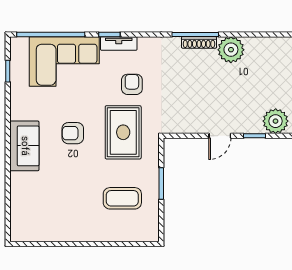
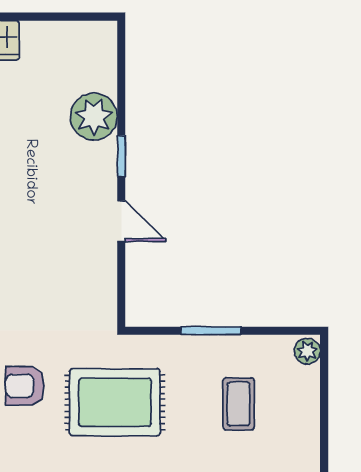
coffee table: (122, 198) -> (239, 404), width x0.73, depth x0.77
plant: (150, 235) -> (307, 351), added

